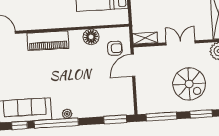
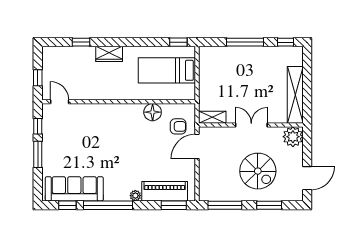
piano: (48, 41) -> (165, 191), moved, turned 180
plant: (67, 114) -> (135, 196), moved

